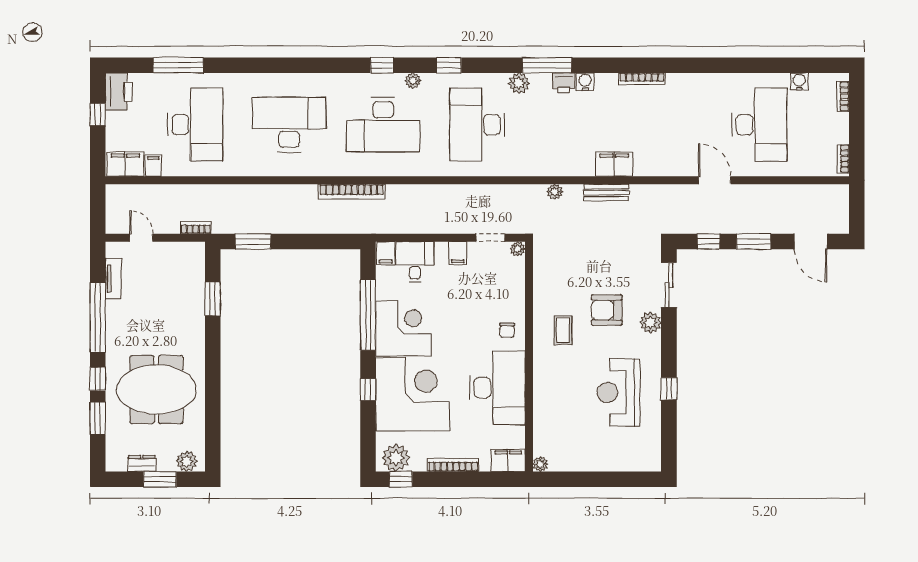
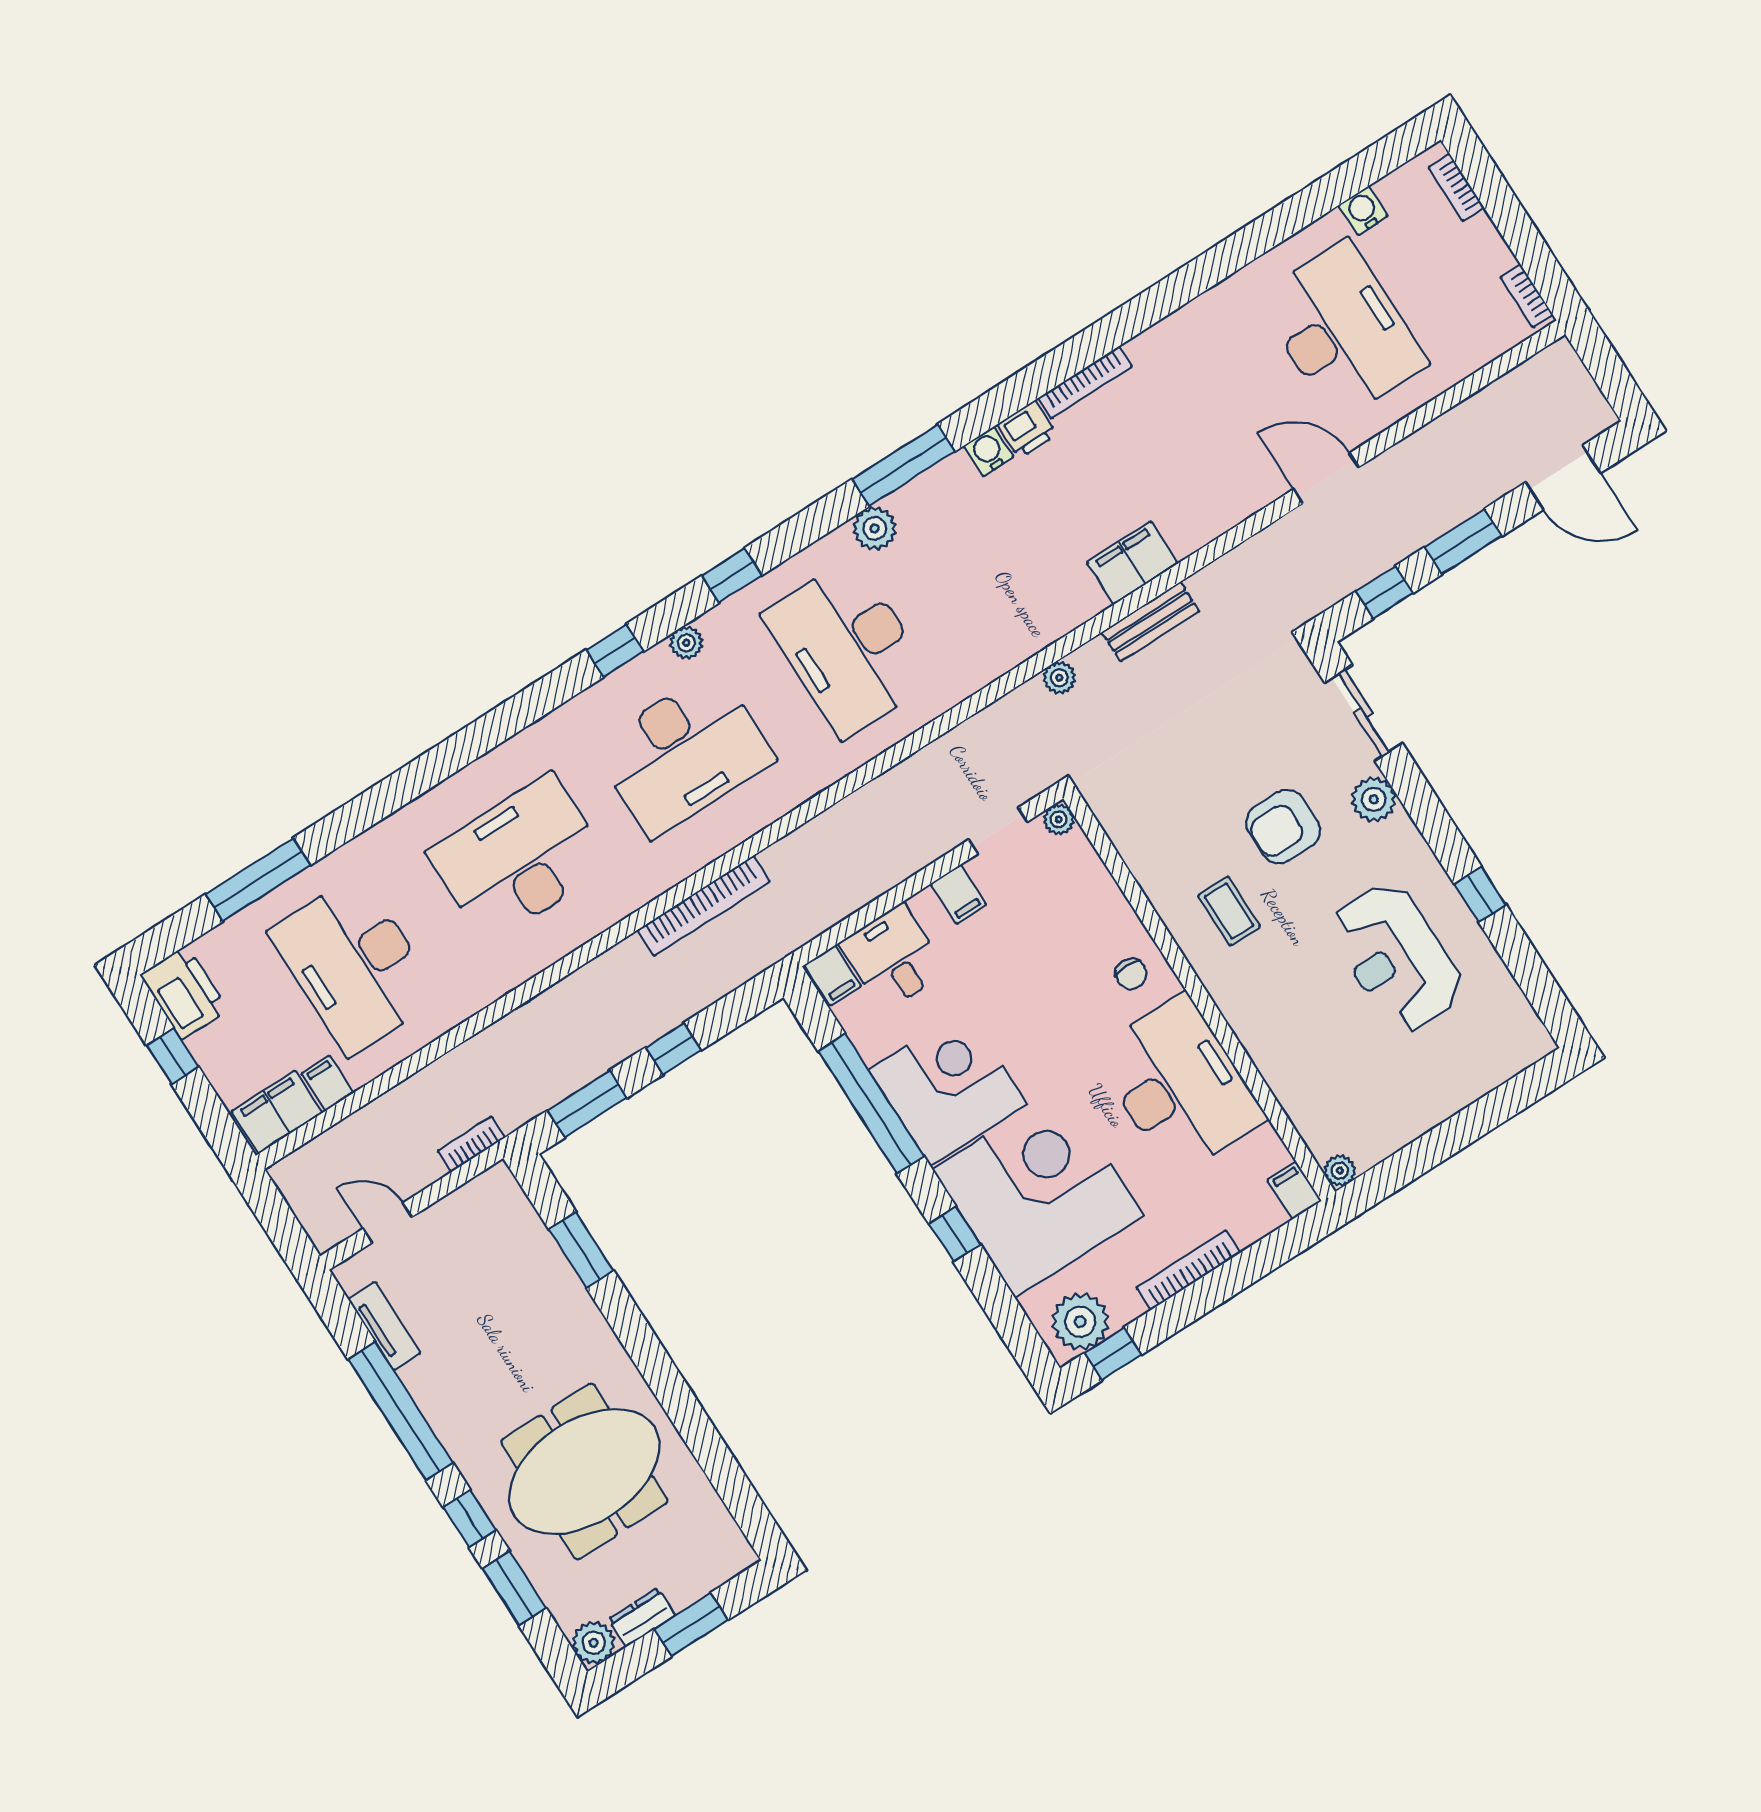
printer: (564, 83) -> (1027, 429), moved
desk: (195, 125) -> (355, 964), turned 180
window: (302, 242) -> (673, 1049), added
filing cabinet: (508, 460) -> (1294, 1191), width x0.50
plant: (187, 461) -> (594, 1643), moved

